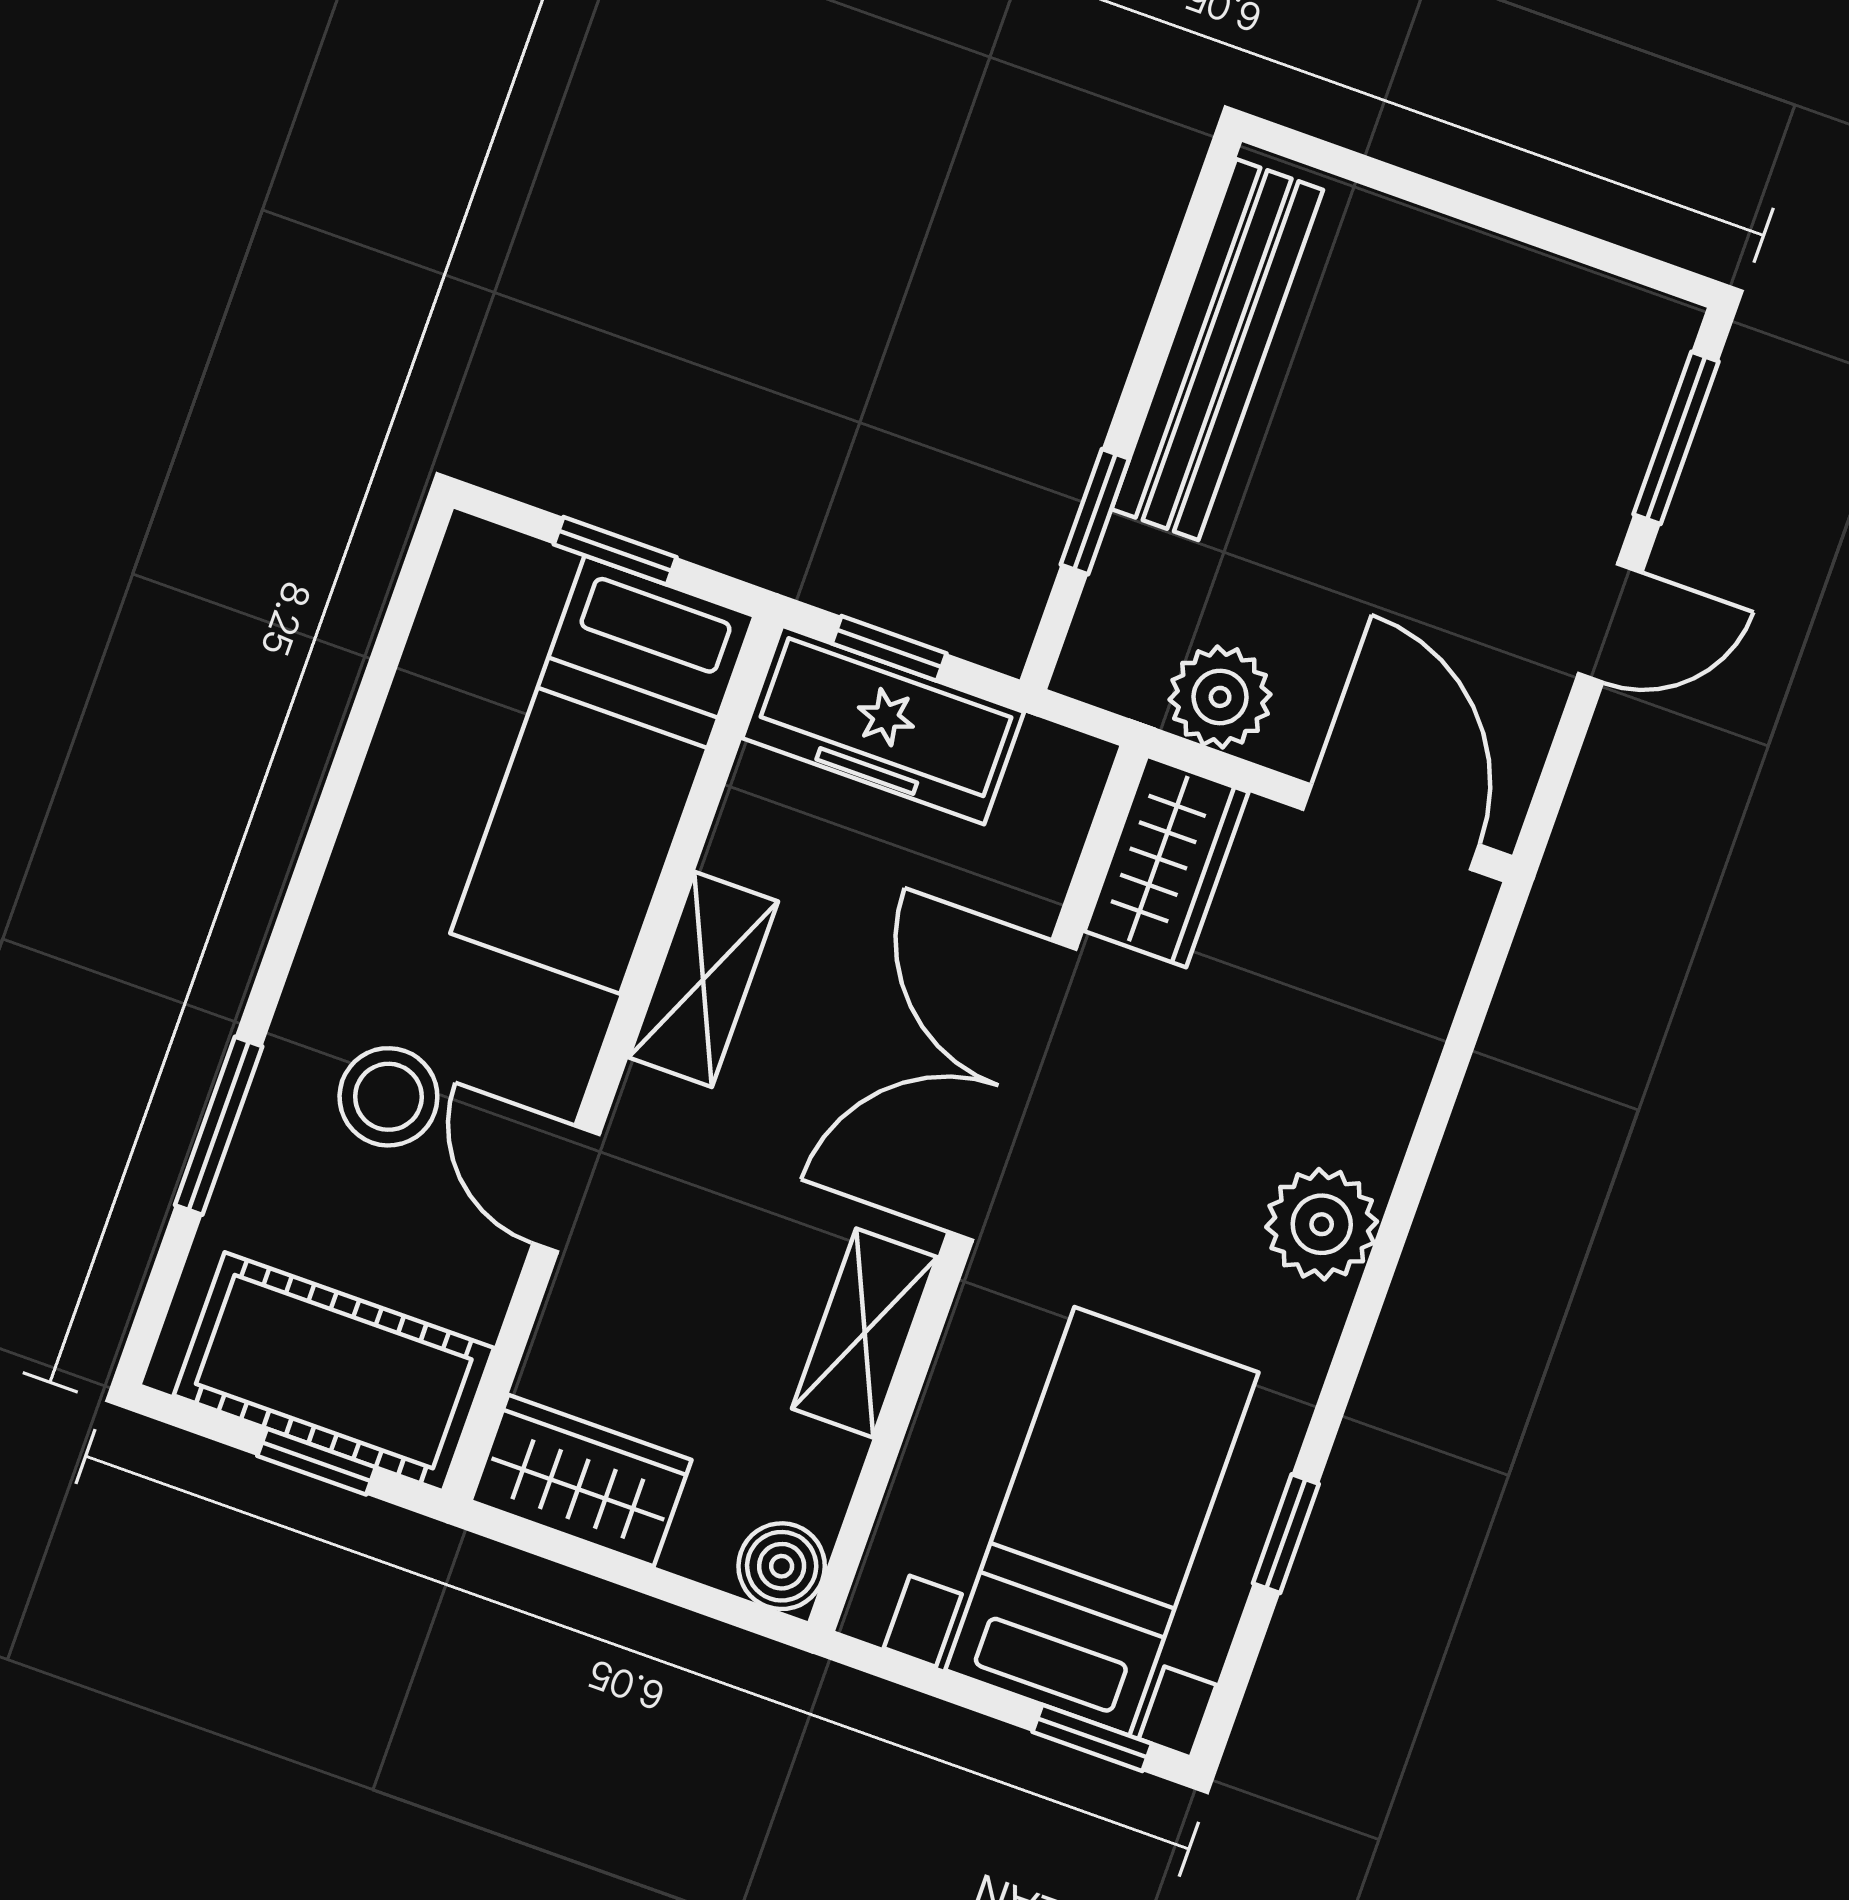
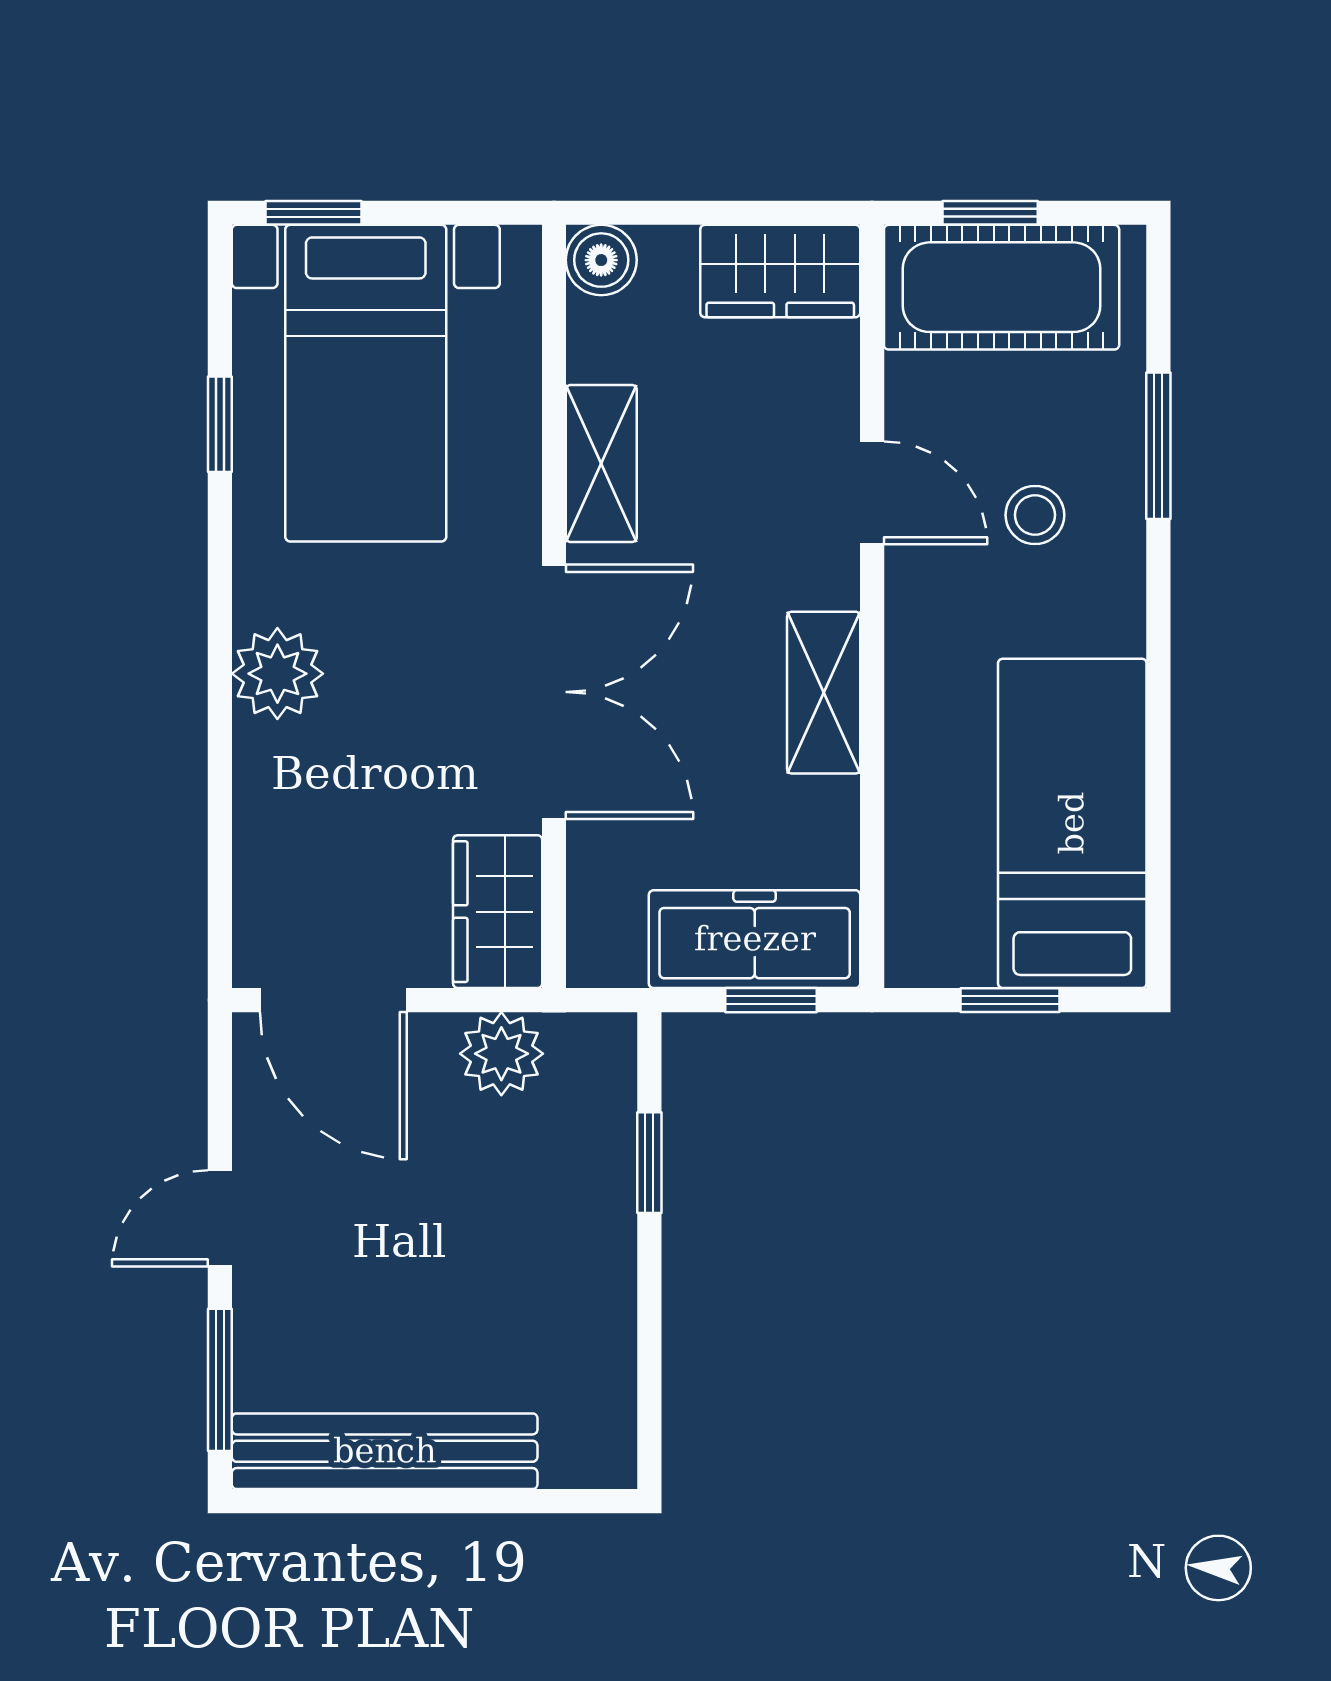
bench: (1217, 349) -> (385, 1451), moved, turned 90
bed: (602, 775) -> (1072, 823), moved
stool: (388, 1097) -> (1035, 515), width x0.73, depth x0.73

